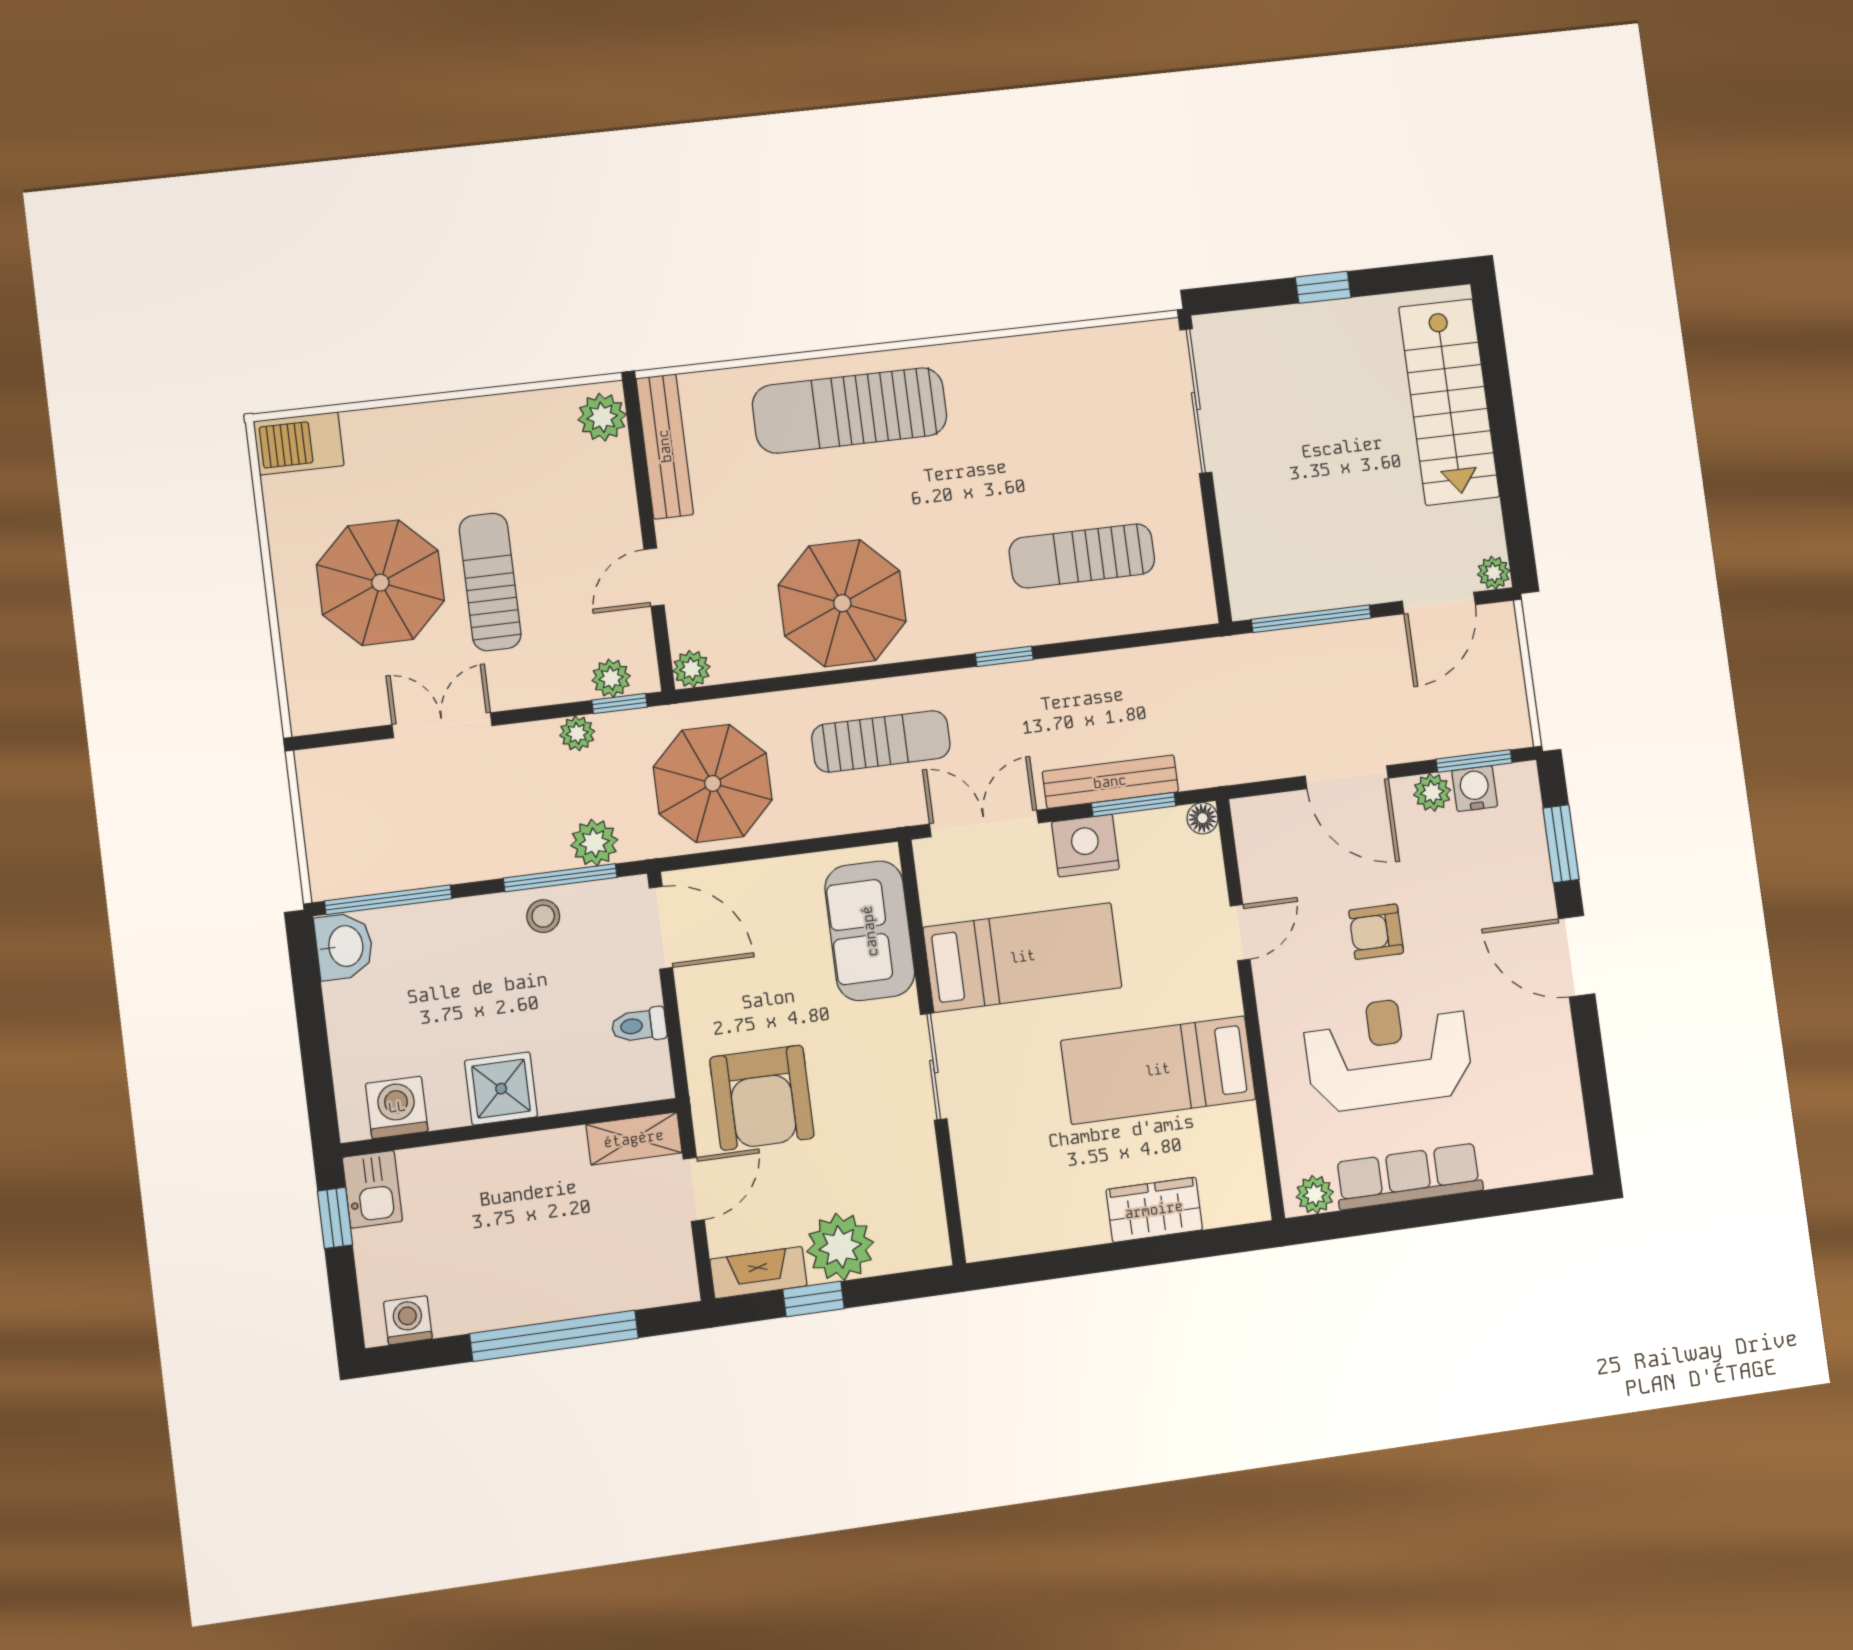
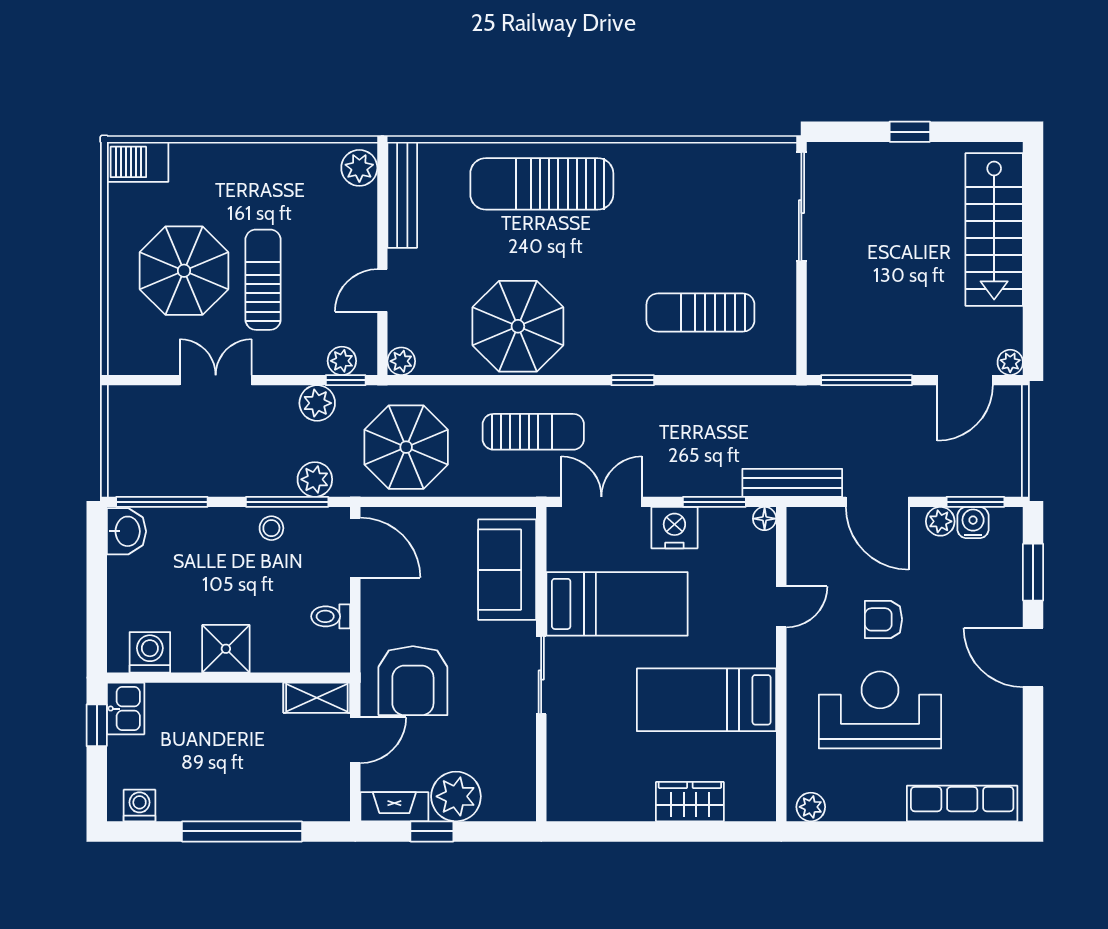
plant: (577, 733) -> (317, 403), width x1.38, depth x1.38
bench: (1110, 782) -> (792, 483), moved
row of seats: (1409, 1176) -> (962, 803), moved

